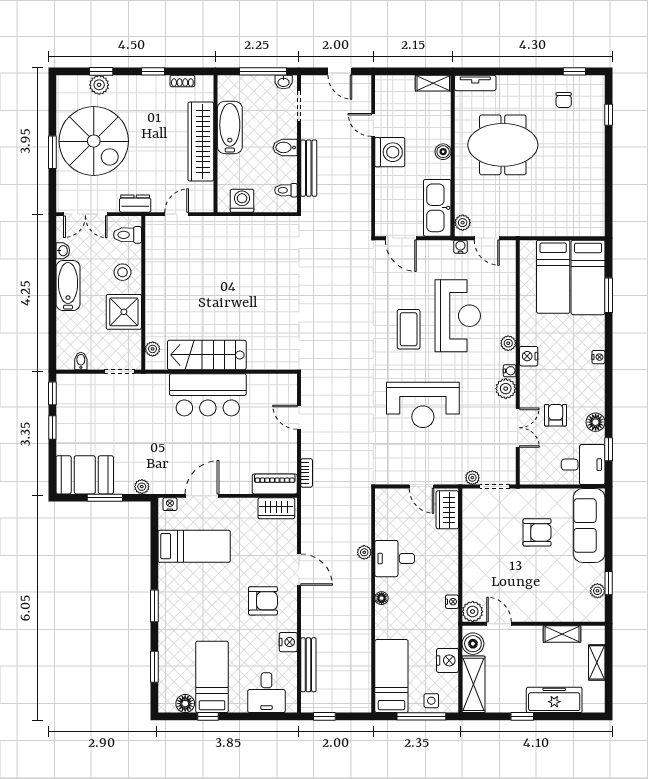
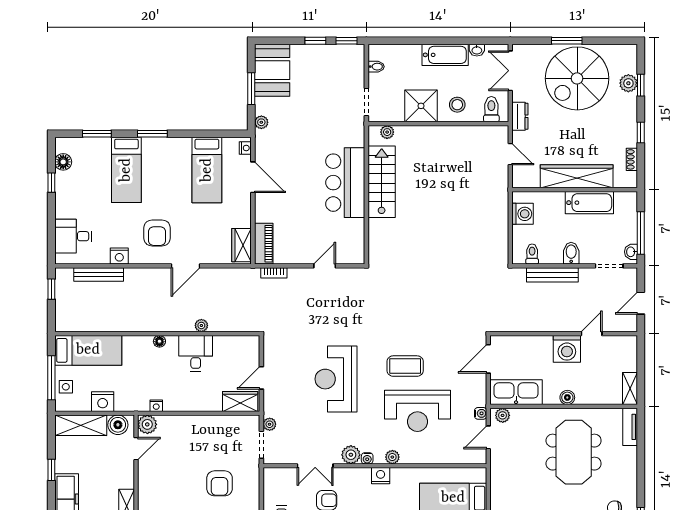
bed: (212, 677) -> (126, 170), moved, turned 90

